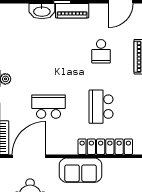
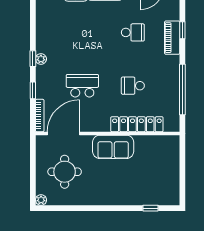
school desk: (101, 51) -> (133, 32), turned -90
school desk: (101, 107) -> (133, 86), width x0.54

